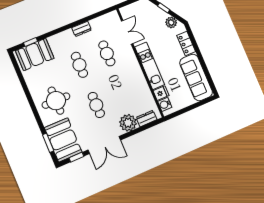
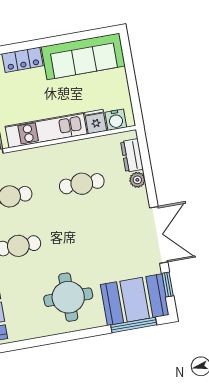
cafe table: (96, 105) -> (82, 184), moved
plant: (128, 123) -> (137, 180), width x0.53, depth x0.53
window: (48, 143) -> (134, 325), width x1.44

